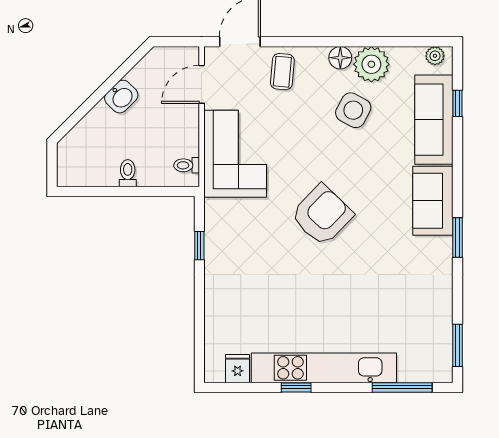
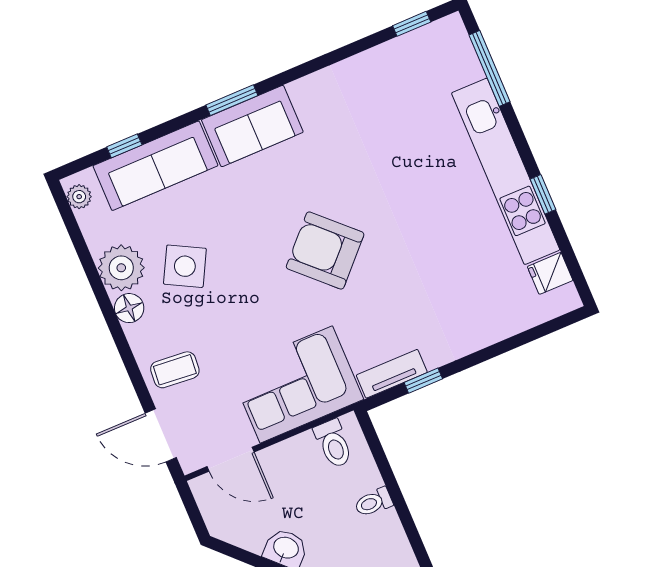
toilet: (187, 165) -> (333, 444), width x1.37, depth x1.39
tv unit: (214, 225) -> (392, 374), added
window: (457, 237) -> (232, 100), moved
window: (457, 345) -> (412, 24), width x0.67

